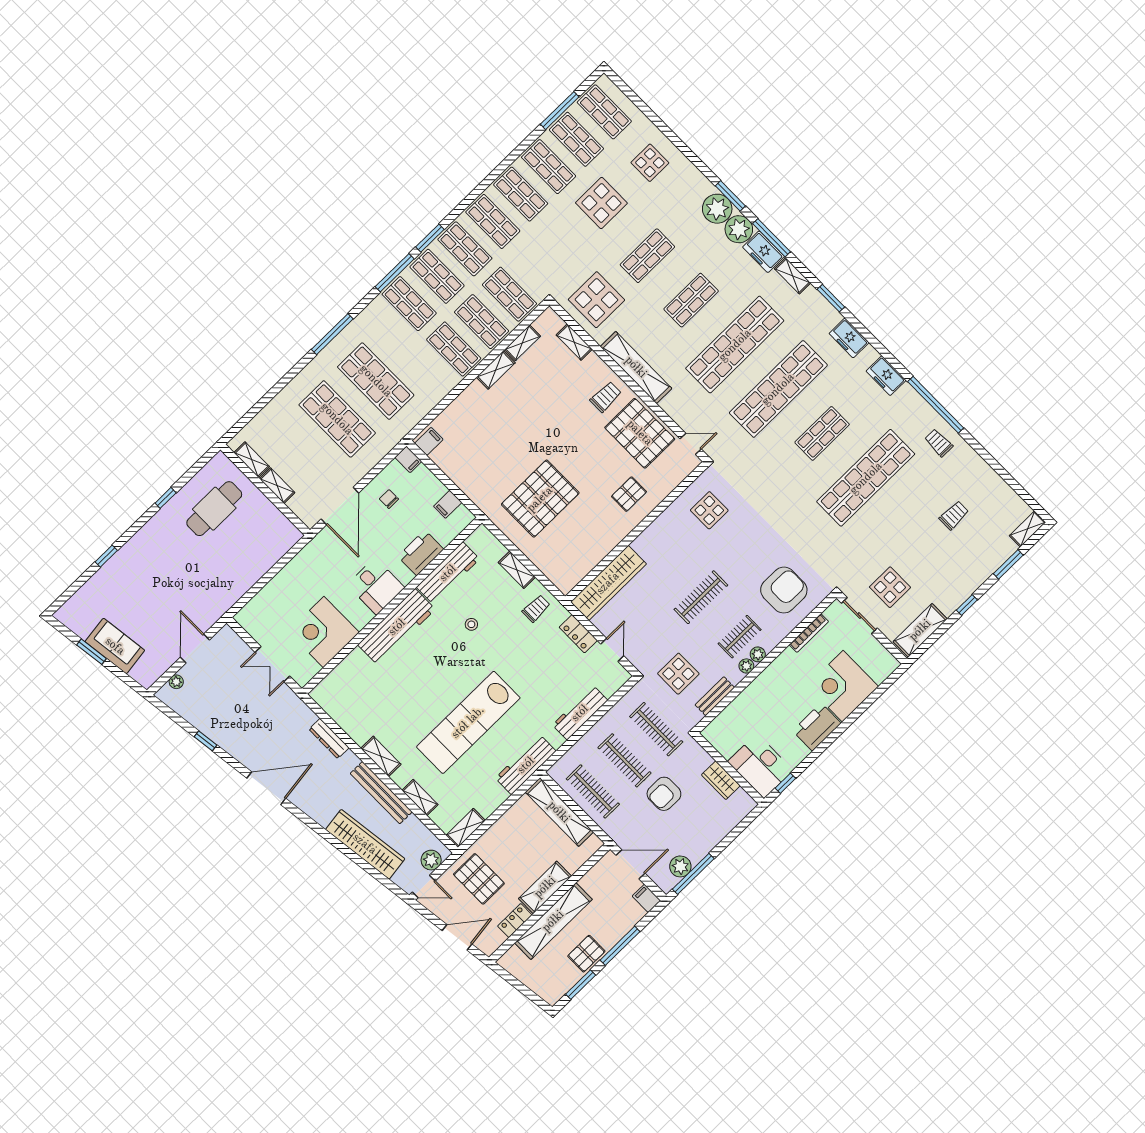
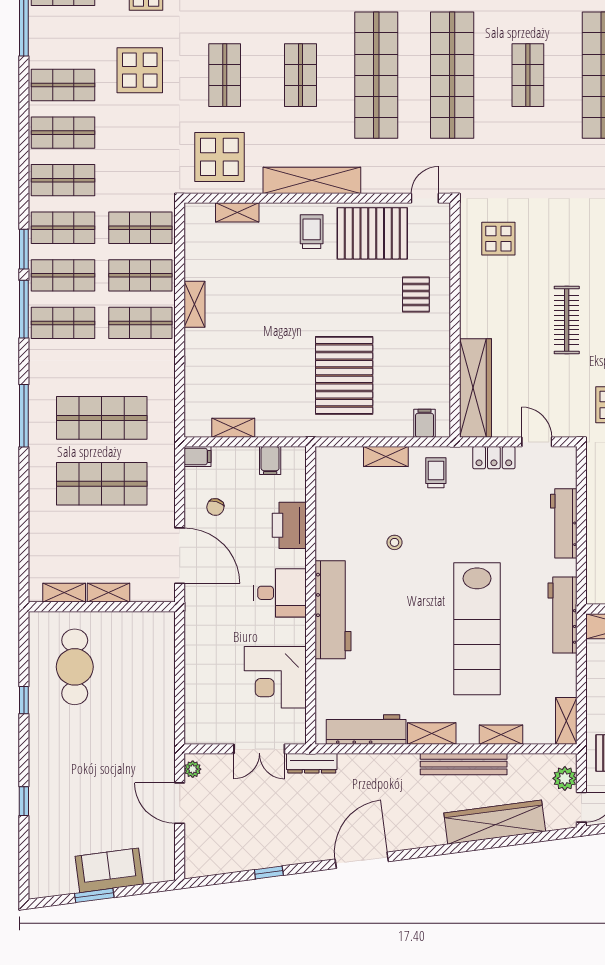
shop shelf: (576, 139) -> (63, 37), removed
shelving: (522, 343) -> (233, 428), moved, turned 90
filing cabinet: (429, 441) -> (425, 423), moved
chair: (389, 499) -> (215, 507), turned -73
workbench: (448, 573) -> (366, 730), moved, turned -90
plant: (176, 682) -> (193, 769), moved
dresser: (329, 738) -> (312, 763), moved

